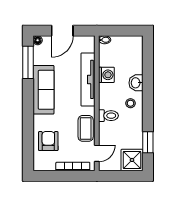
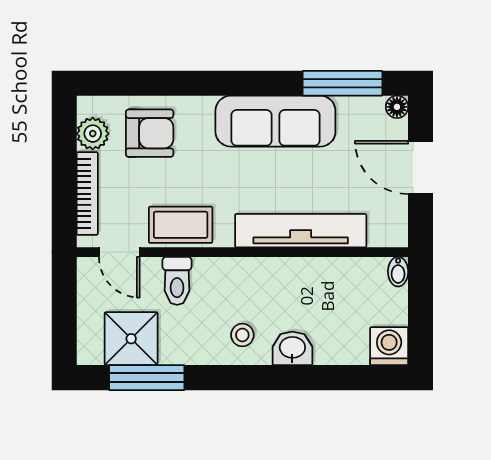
washing machine: (106, 75) -> (389, 346), moved, turned 180
toilet: (108, 116) -> (177, 281), moved
window: (148, 142) -> (147, 378), width x1.44
shower: (132, 160) -> (131, 339), moved
plant: (48, 164) -> (93, 134), added

